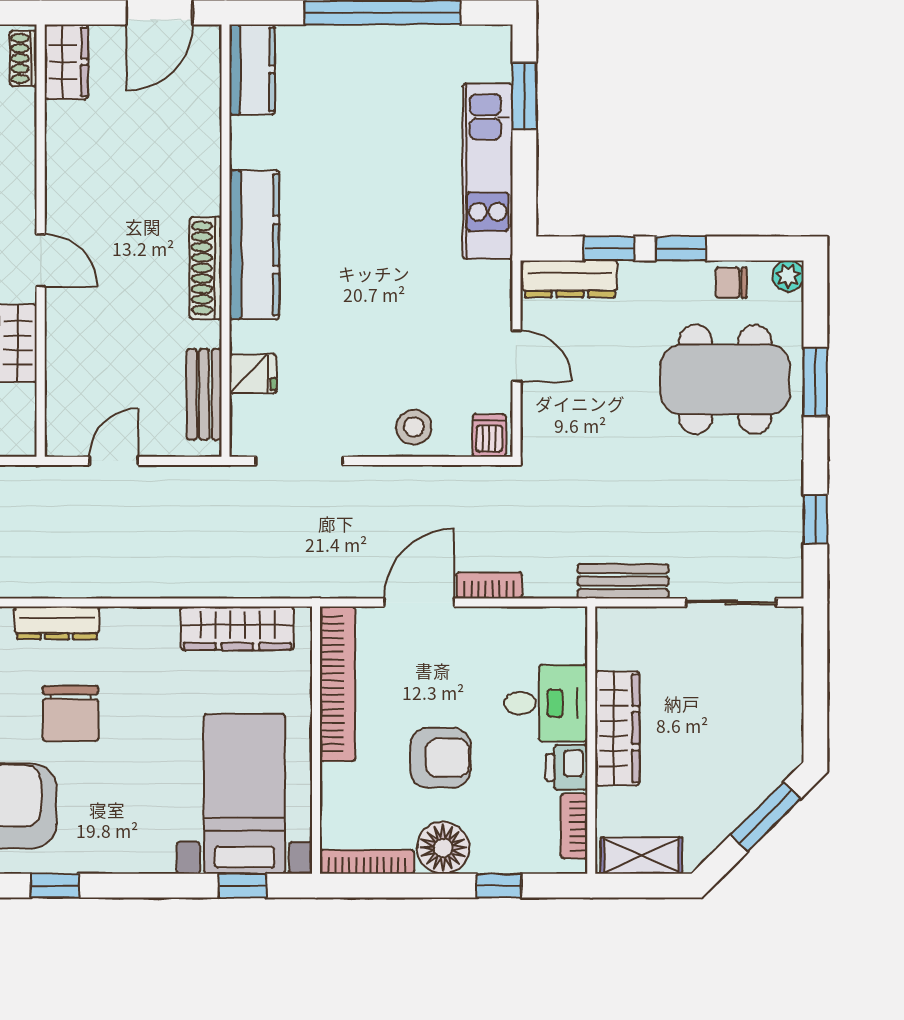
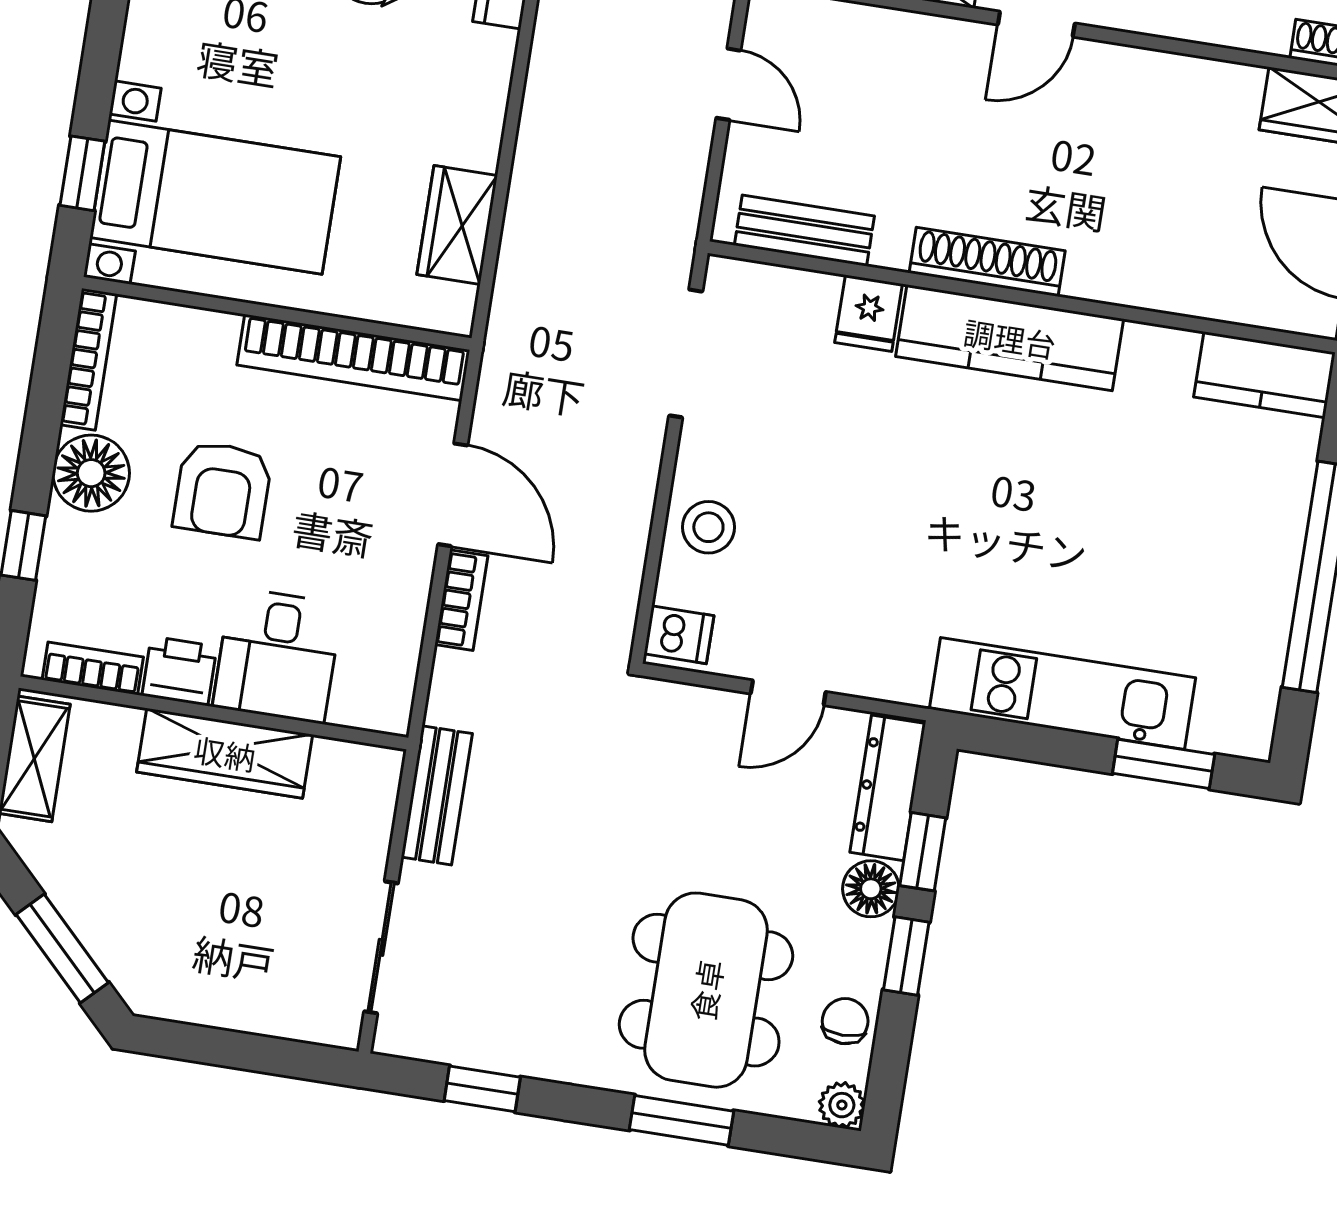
floor lamp: (640, 279) -> (871, 889), added
fridge: (253, 374) -> (869, 313), moved
wardrobe: (237, 628) -> (457, 225), width x0.67

